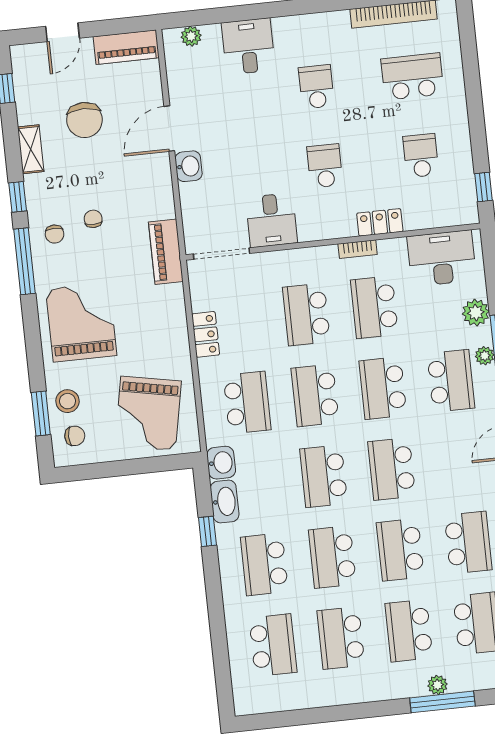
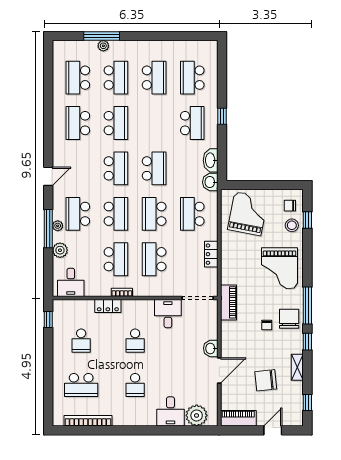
plant: (191, 36) -> (197, 415), width x1.87, depth x1.87
chair: (84, 120) -> (266, 380), turned -96
chair: (55, 234) -> (289, 319), width x1.87, depth x1.87
desk: (442, 258) -> (71, 282), width x0.73
school desk: (306, 314) -> (154, 259), turned 180
school desk: (315, 395) -> (154, 214), turned 180
window: (41, 413) -> (307, 220), width x0.67
window: (207, 531) -> (222, 116), moved
school desk: (332, 557) -> (154, 123), removed

